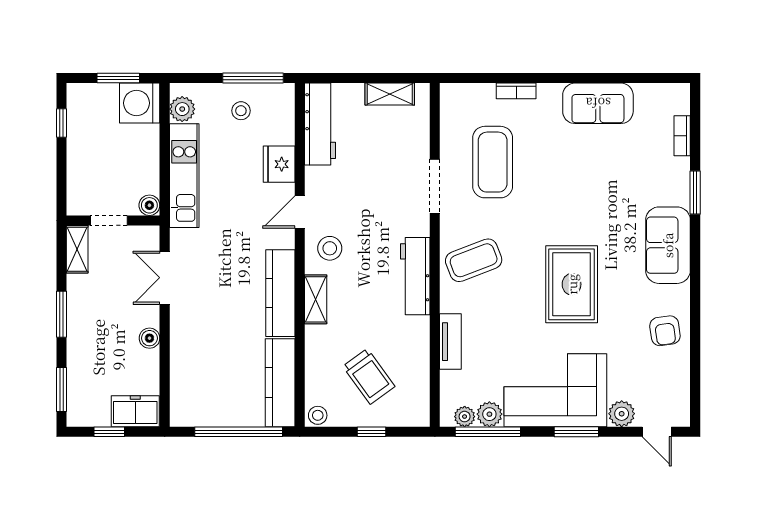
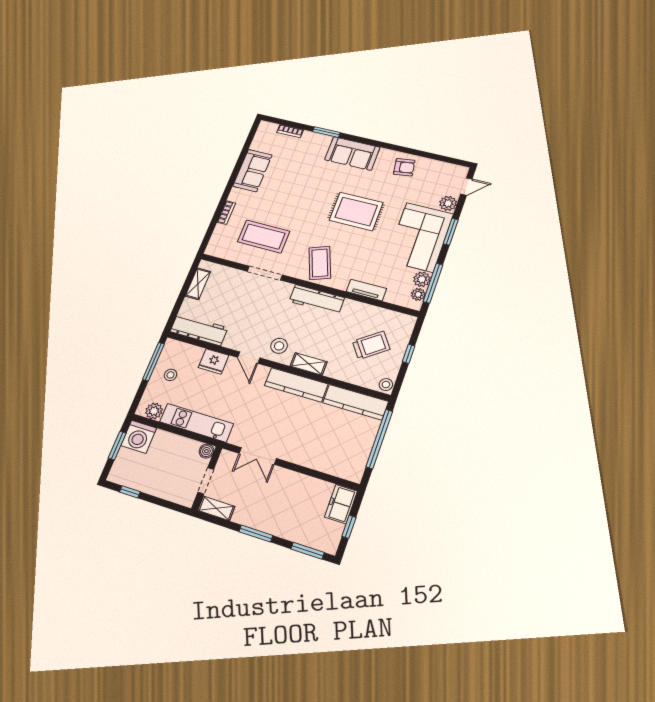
boiler: (149, 338) -> (294, 479), removed

